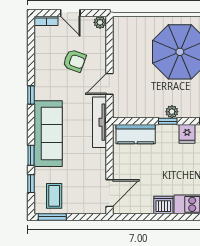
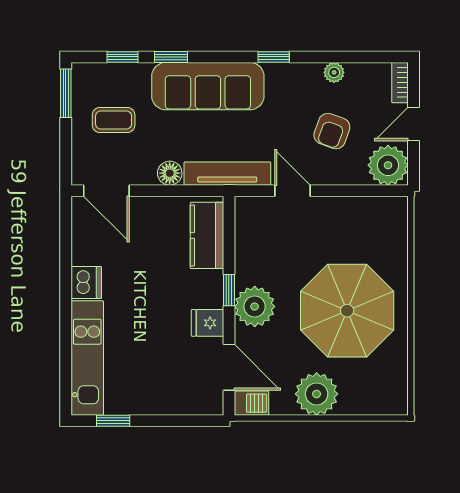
plant: (100, 22) -> (388, 165), width x1.88, depth x1.88
plant: (40, 60) -> (334, 72), added
plant: (172, 112) -> (255, 307), width x1.88, depth x1.88
floor lamp: (99, 156) -> (170, 173), added
coffee table: (54, 196) -> (114, 120), moved

